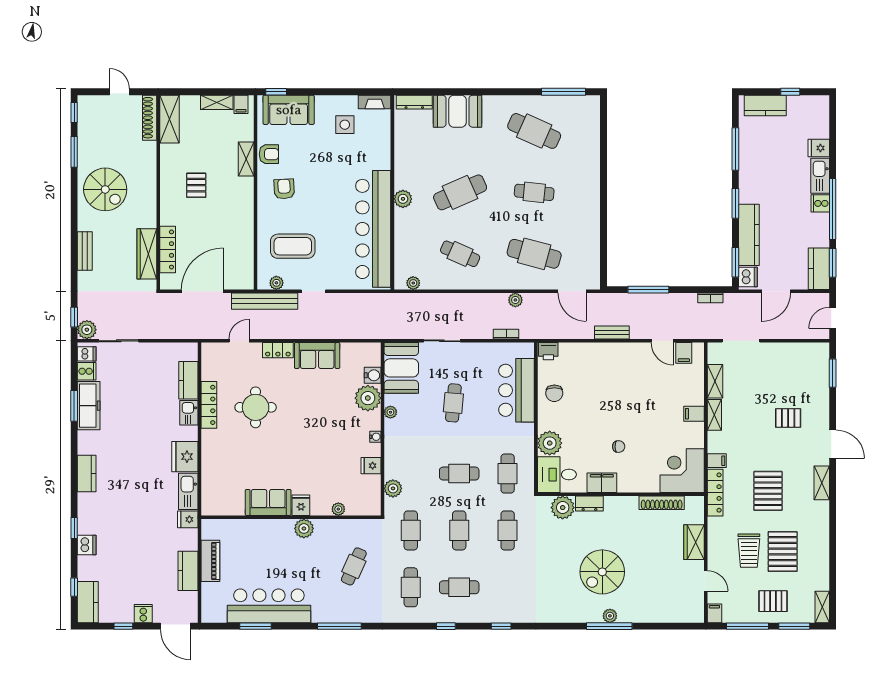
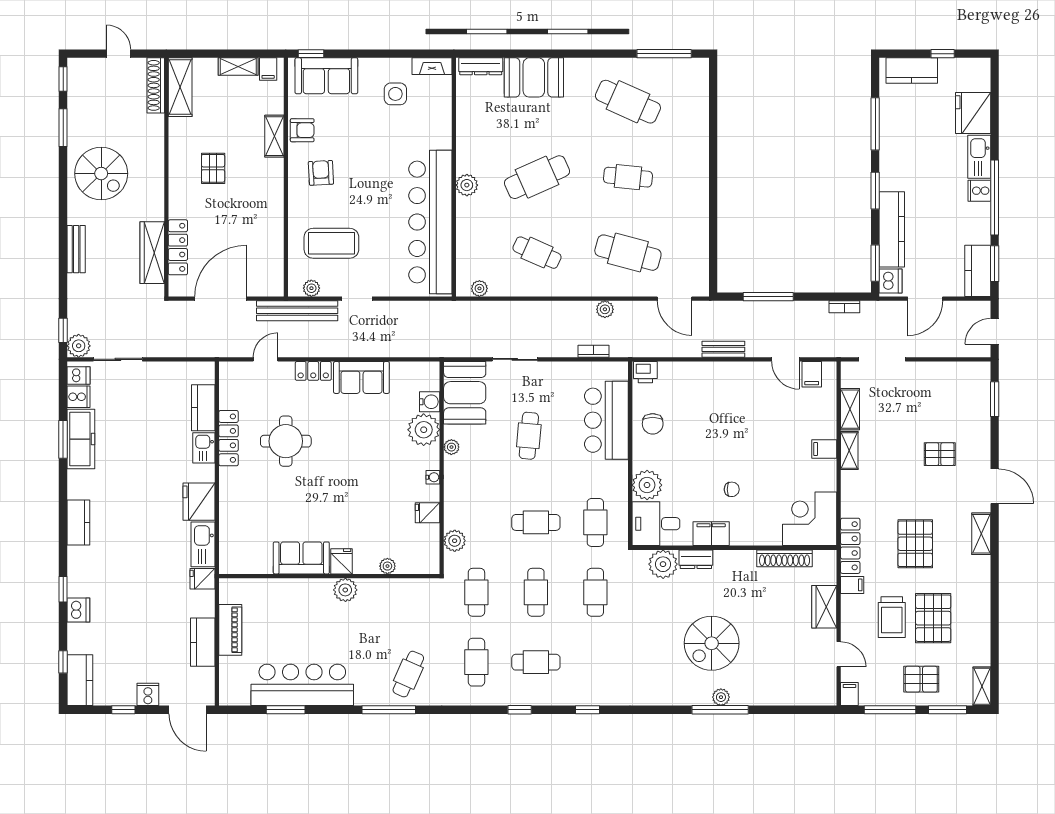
fridge: (819, 148) -> (973, 113), width x1.88, depth x1.34
filing cabinet: (717, 461) -> (852, 585), moved
cafe table: (354, 566) -> (408, 674), moved

